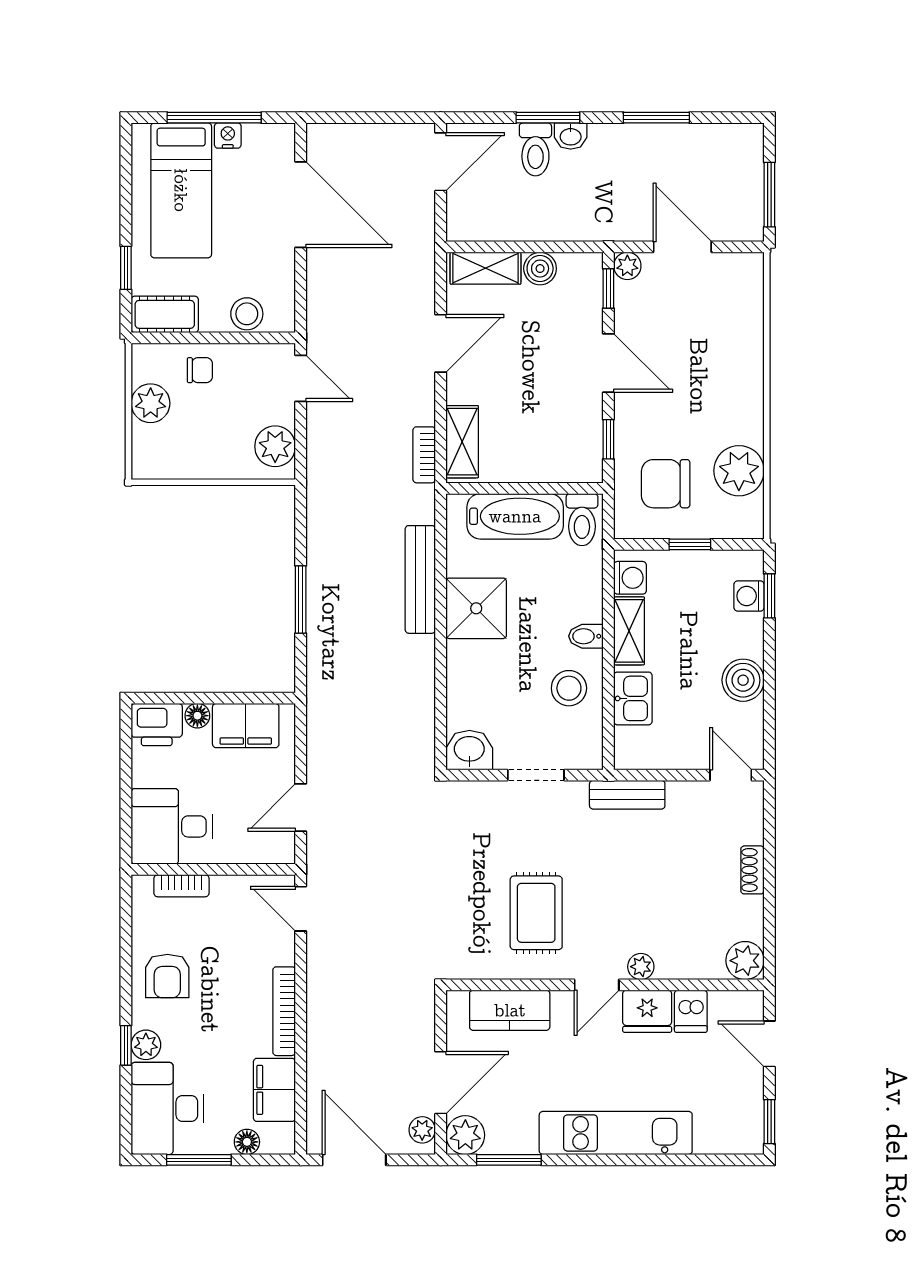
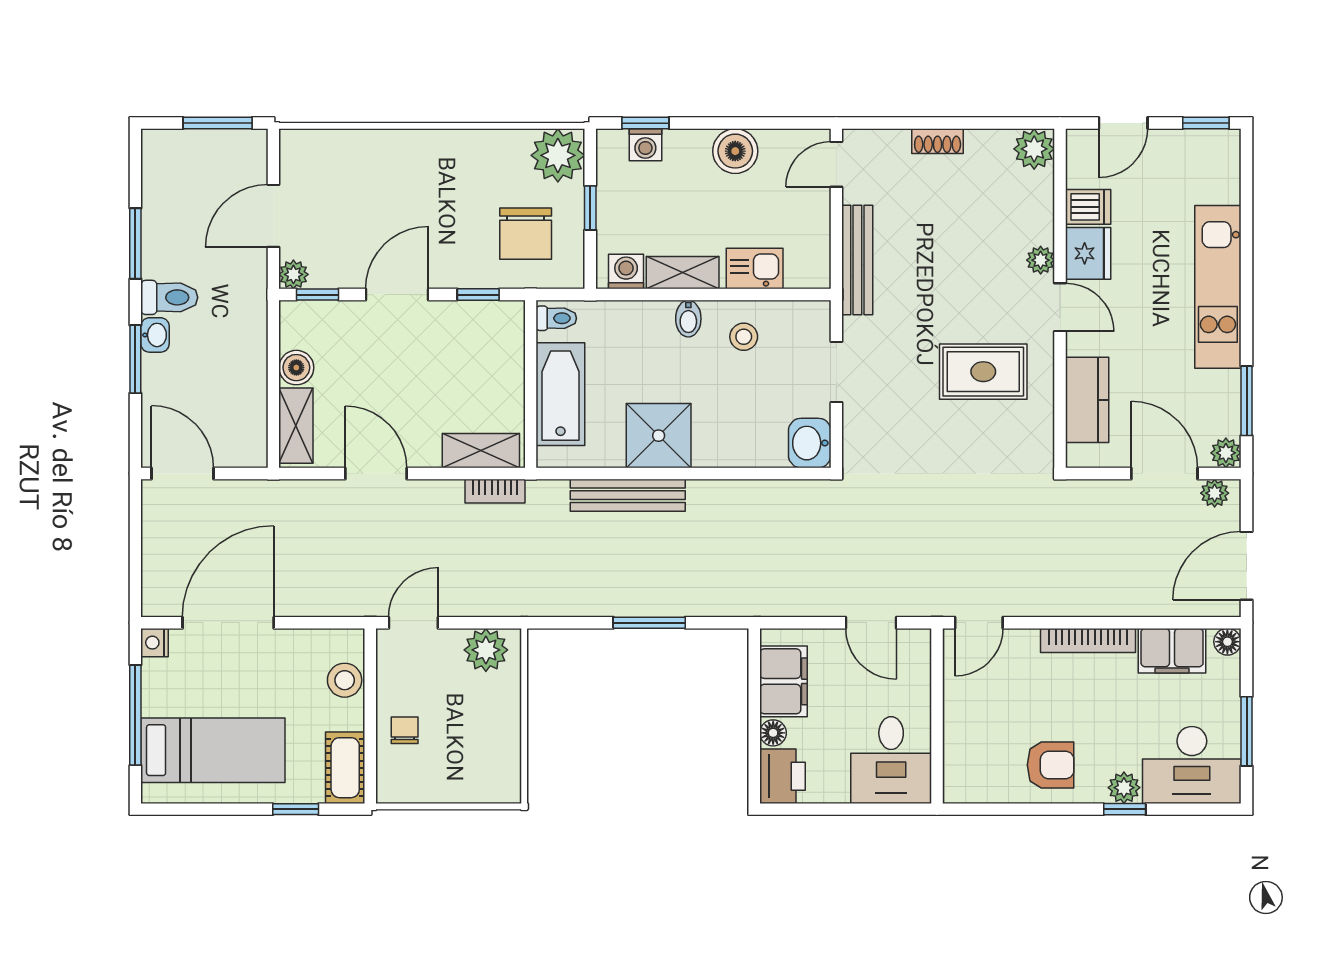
nightstand: (228, 136) -> (154, 643), moved
toilet: (535, 149) -> (169, 297), moved
plant: (151, 403) -> (440, 783), removed
plant: (739, 471) -> (558, 155), moved
toilet: (582, 520) -> (556, 318), width x0.73, depth x0.72
stool: (569, 688) -> (744, 337), width x0.73, depth x0.73
bench: (627, 795) -> (857, 260), width x1.36
bookcase: (181, 886) -> (954, 750), removed
plant: (465, 1135) -> (1226, 453), width x0.73, depth x0.73
floor lamp: (247, 1142) -> (1227, 642), moved

